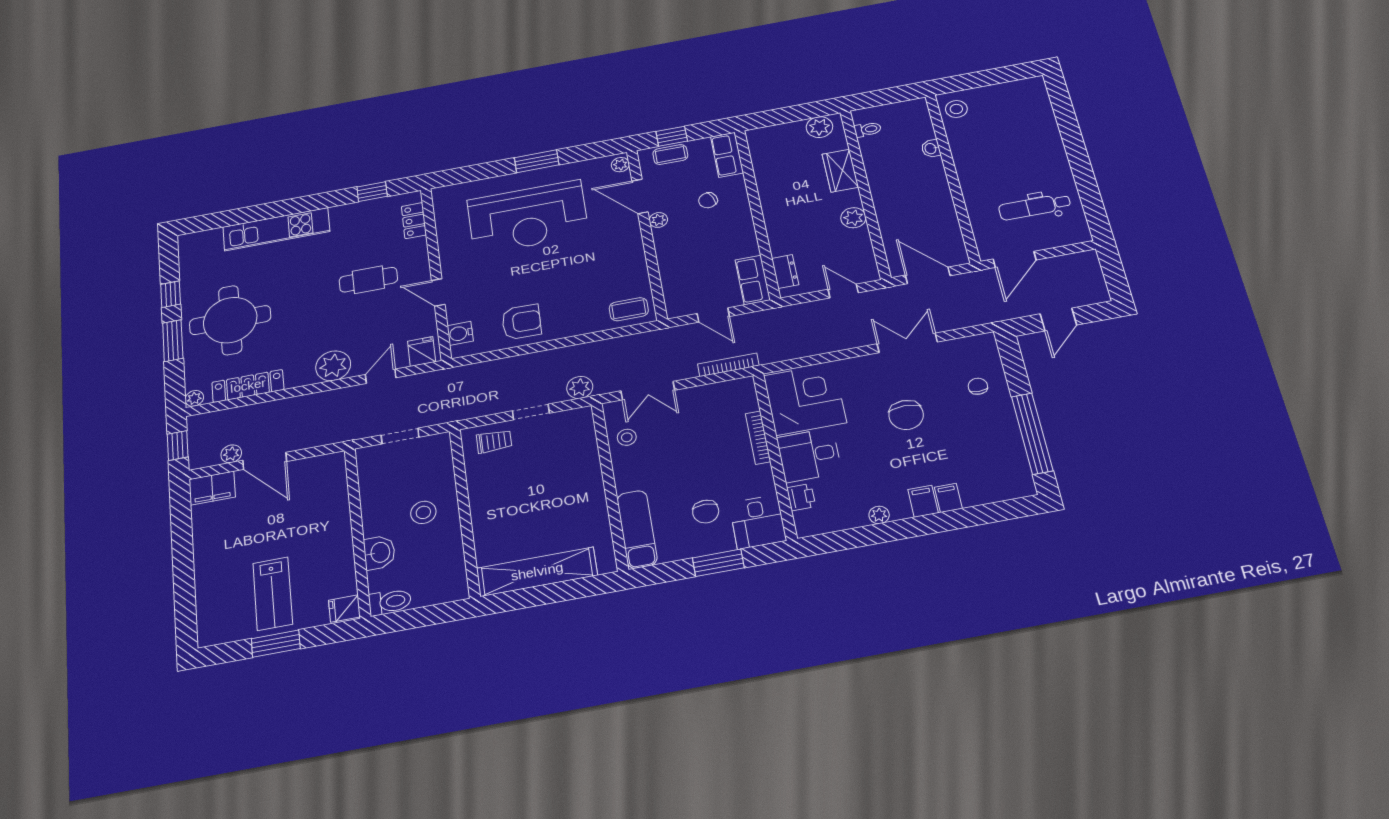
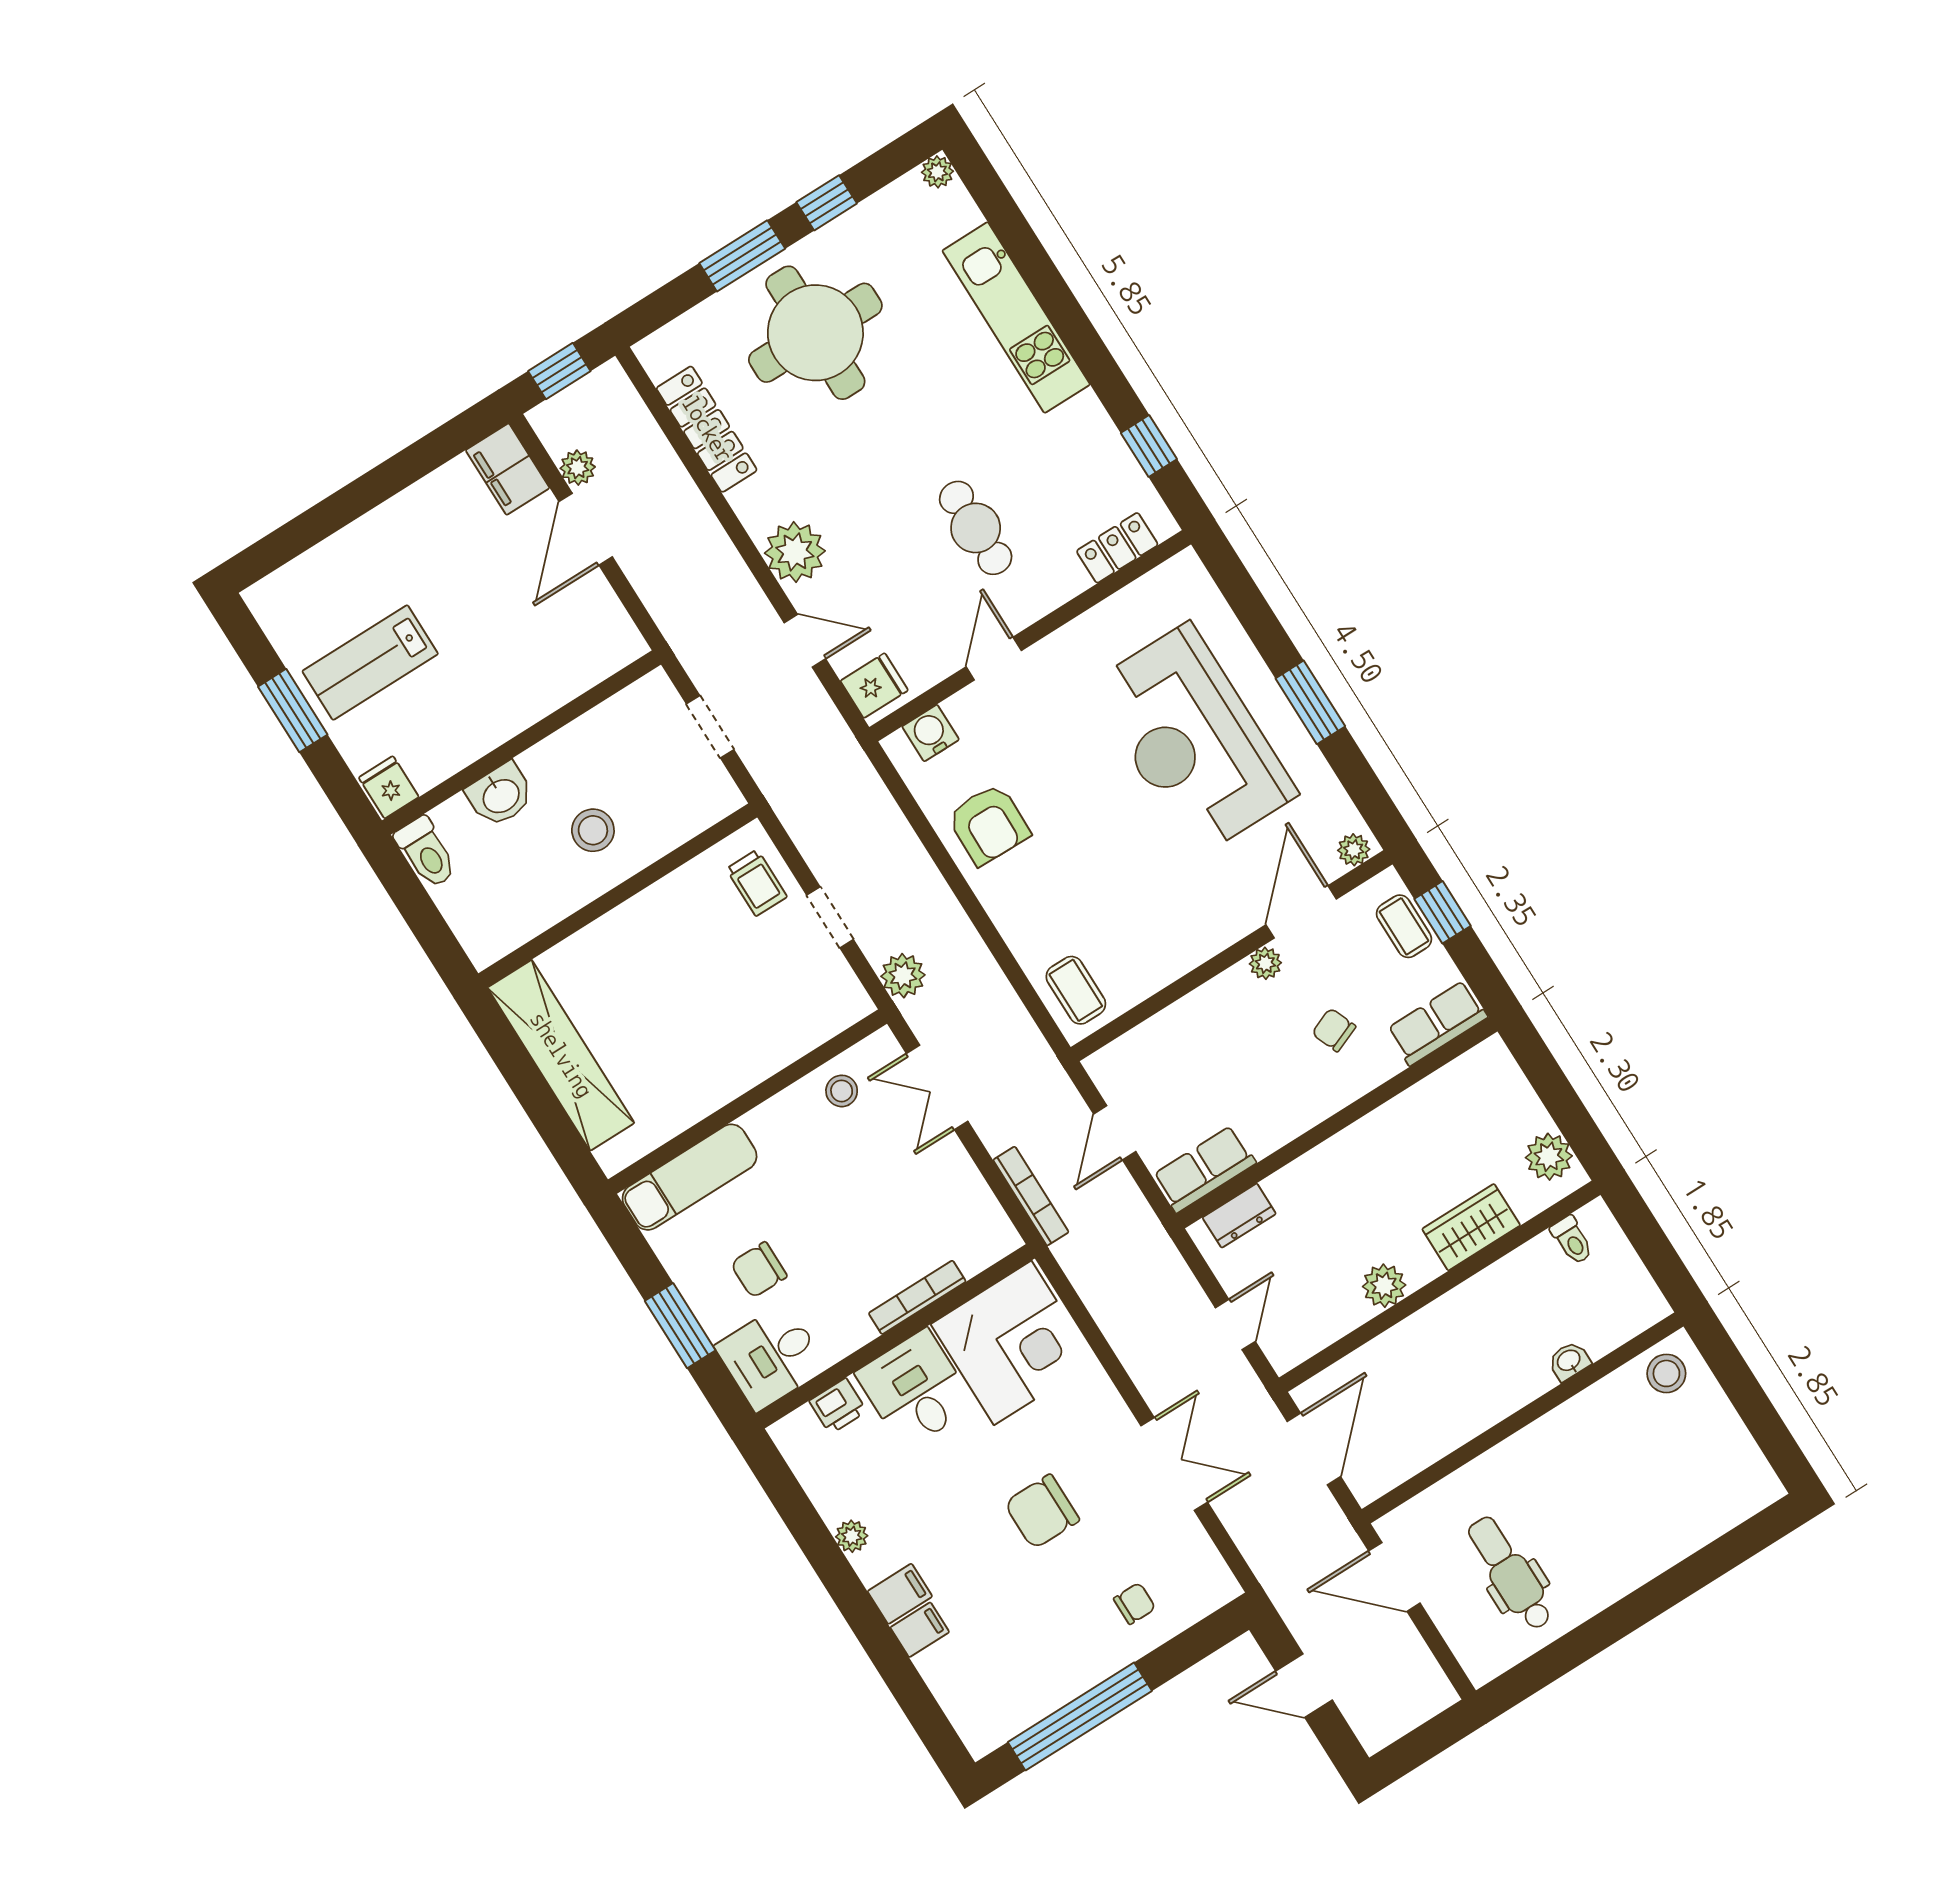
plant: (194, 398) -> (937, 172), moved

